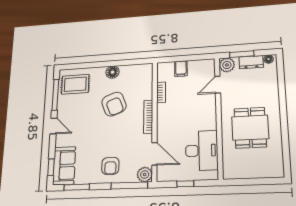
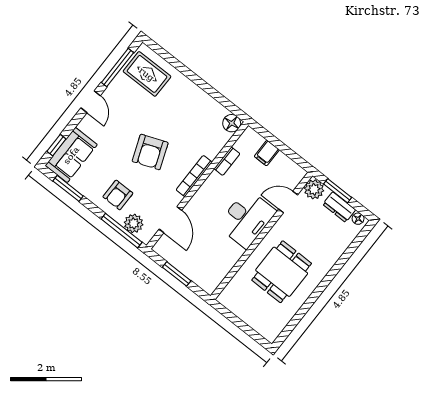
floor lamp: (113, 72) -> (232, 123), moved
armchair: (114, 104) -> (150, 152), moved
desk: (202, 151) -> (247, 219), moved
plant: (145, 175) -> (134, 223), moved
window: (185, 184) -> (177, 274), width x1.50

